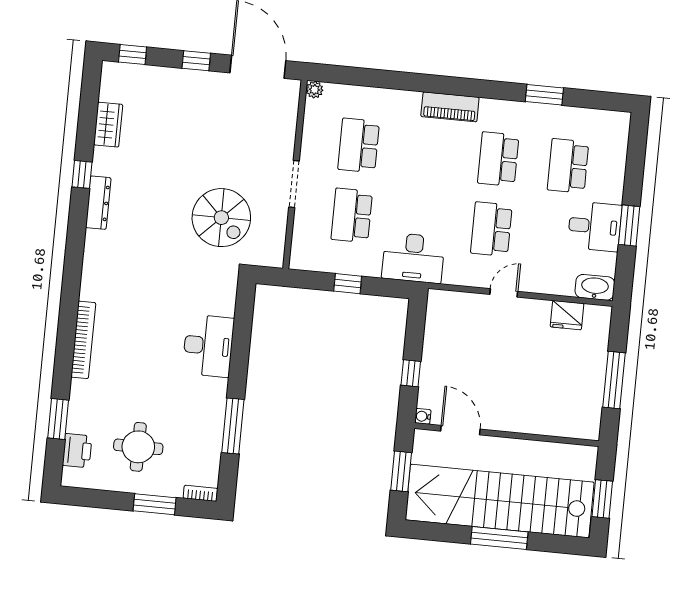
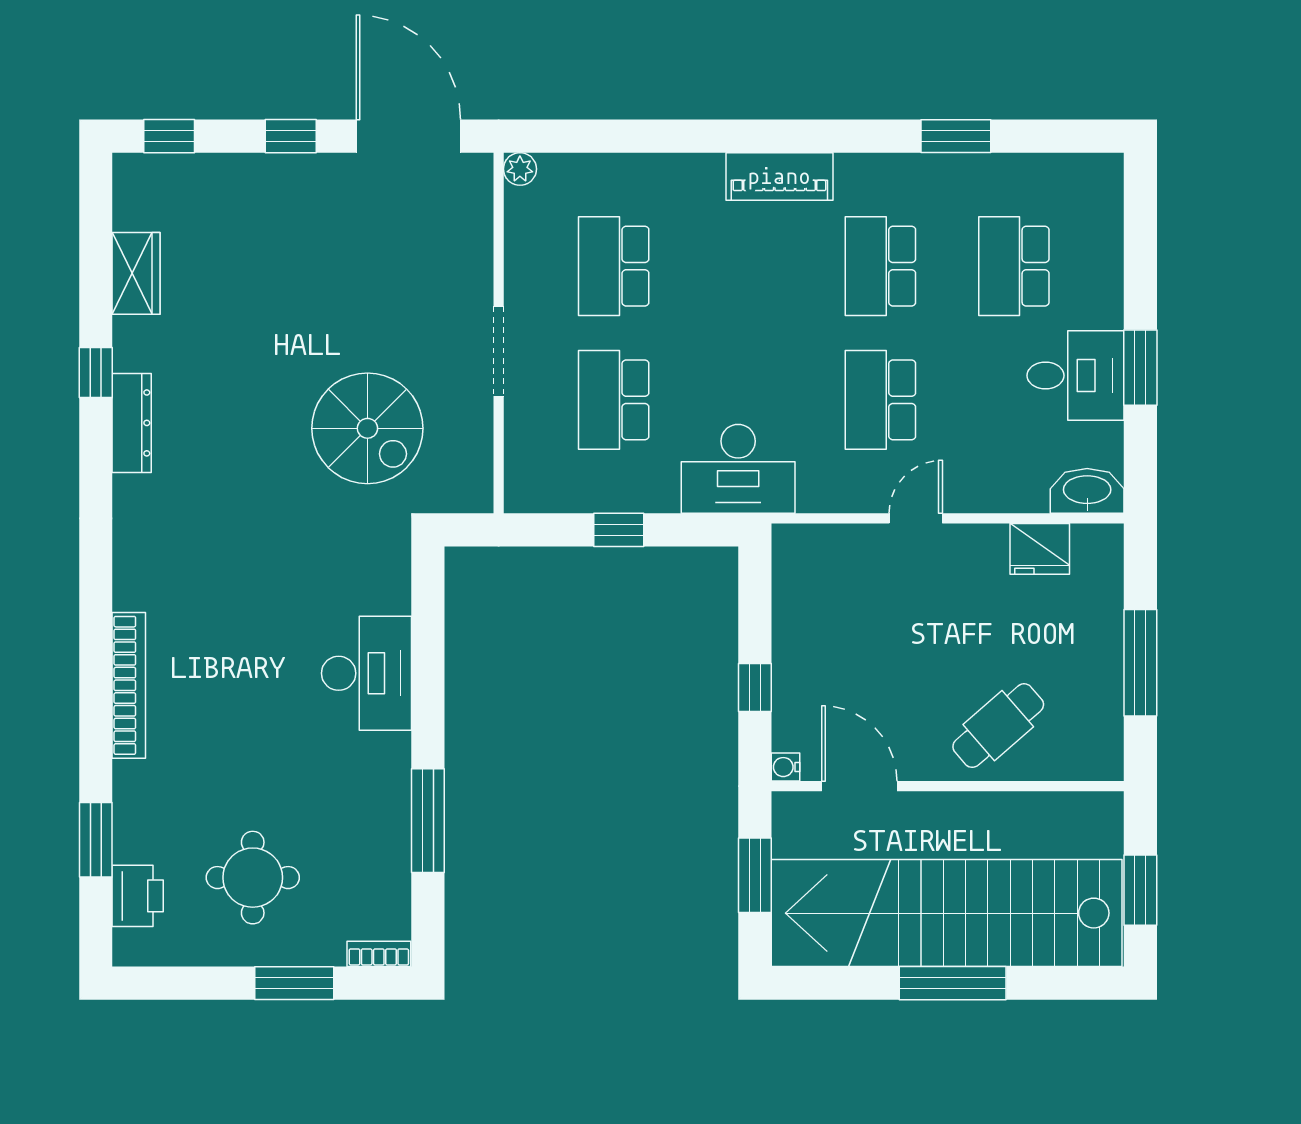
cafe table: (536, 406) -> (998, 726), added

